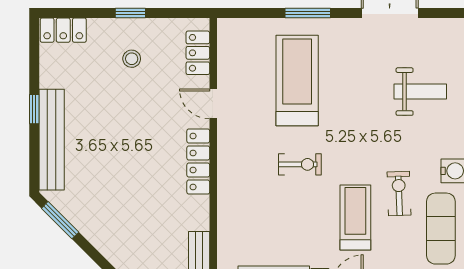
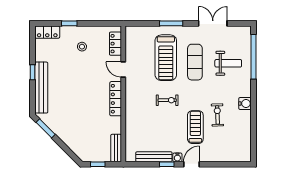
window: (130, 13) -> (69, 23), moved
treadmill: (297, 81) -> (166, 58), turned 180
exercise mat: (441, 229) -> (195, 62), moved

